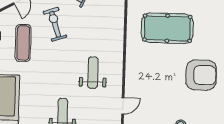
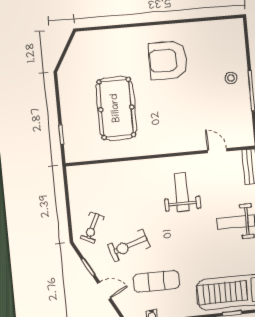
weight bench: (93, 73) -> (182, 192), turned 90
armchair: (201, 75) -> (168, 60), turned -90

